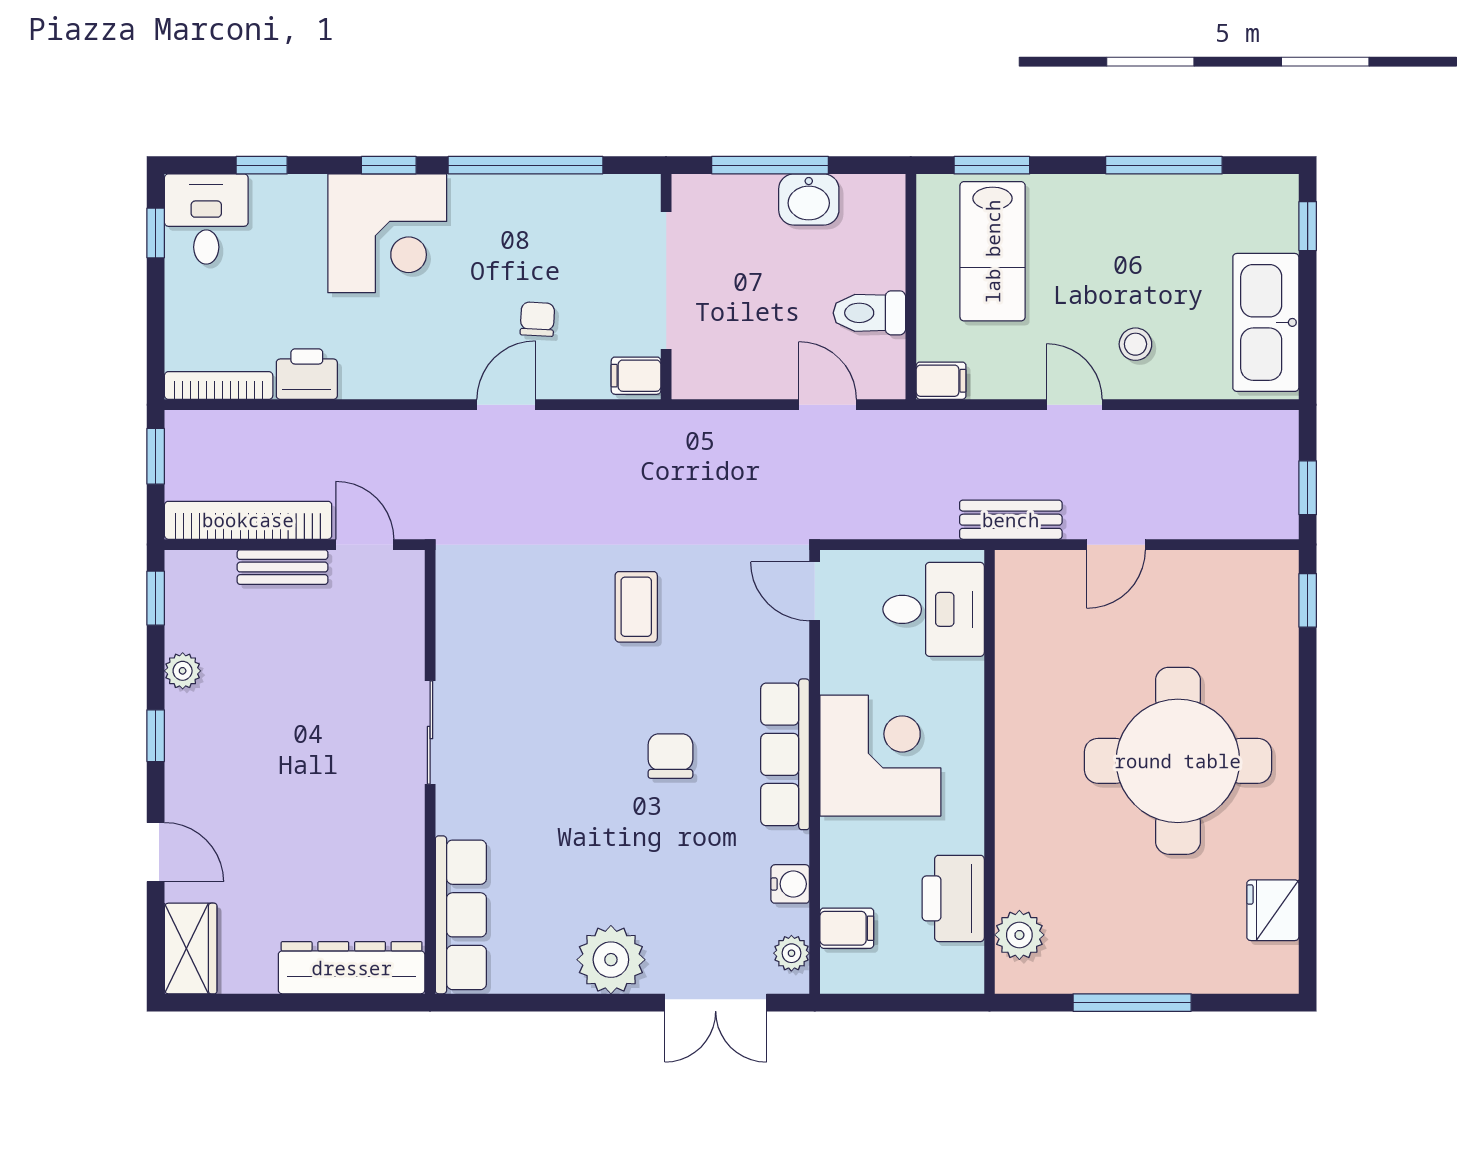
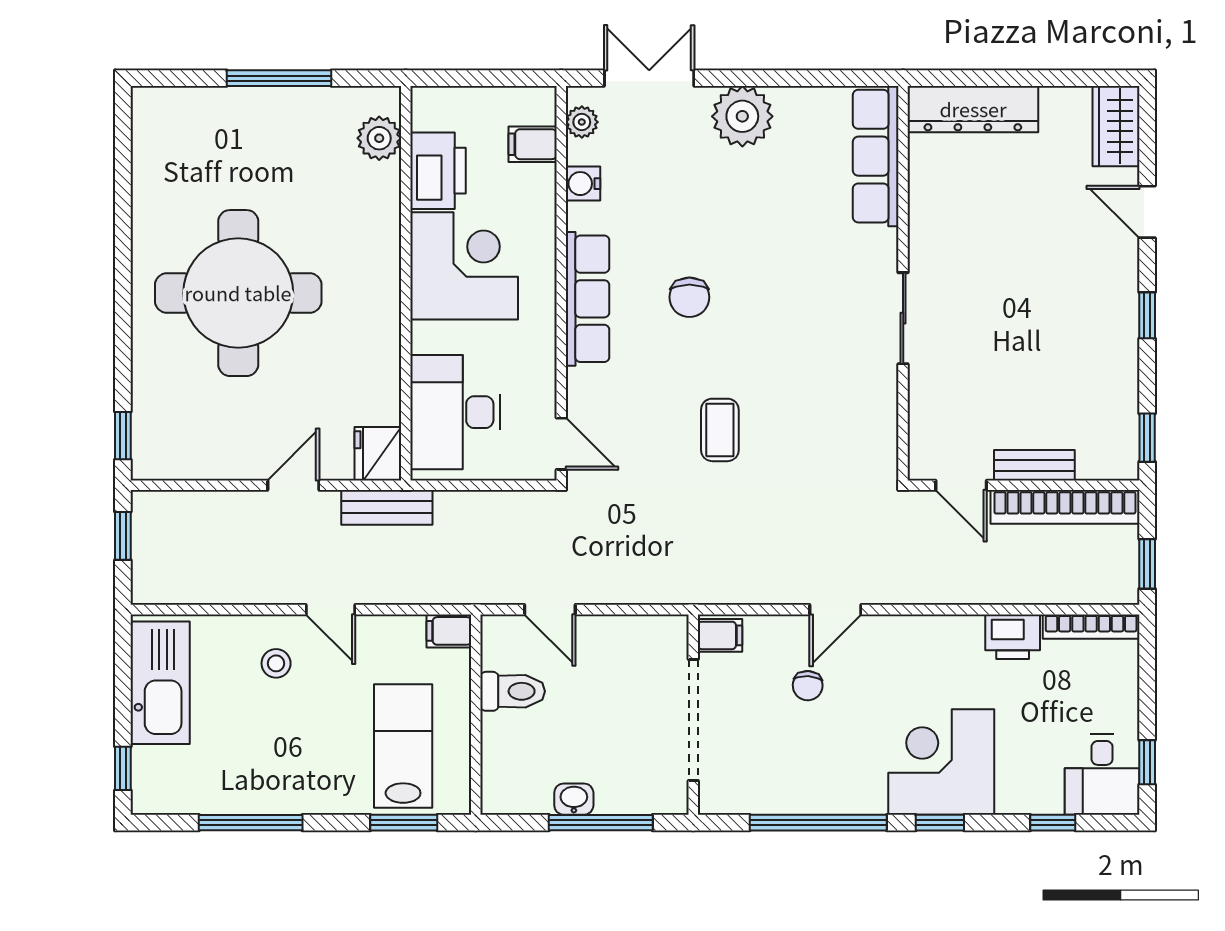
washbasin: (809, 199) -> (574, 799), width x0.72, depth x0.69
desk: (934, 609) -> (455, 412), width x1.37
plant: (183, 671) -> (1123, 373), removed
corner desk: (880, 756) -> (464, 266), moved, turned 180
fridge: (1273, 910) -> (378, 454), moved, turned 180

